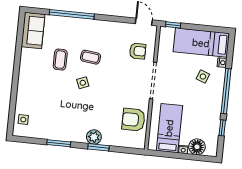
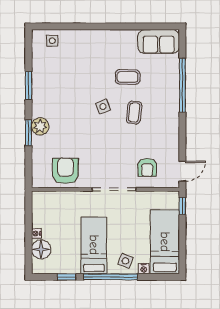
side table: (203, 76) -> (125, 261), moved
bed: (169, 128) -> (94, 245), moved, turned -90

